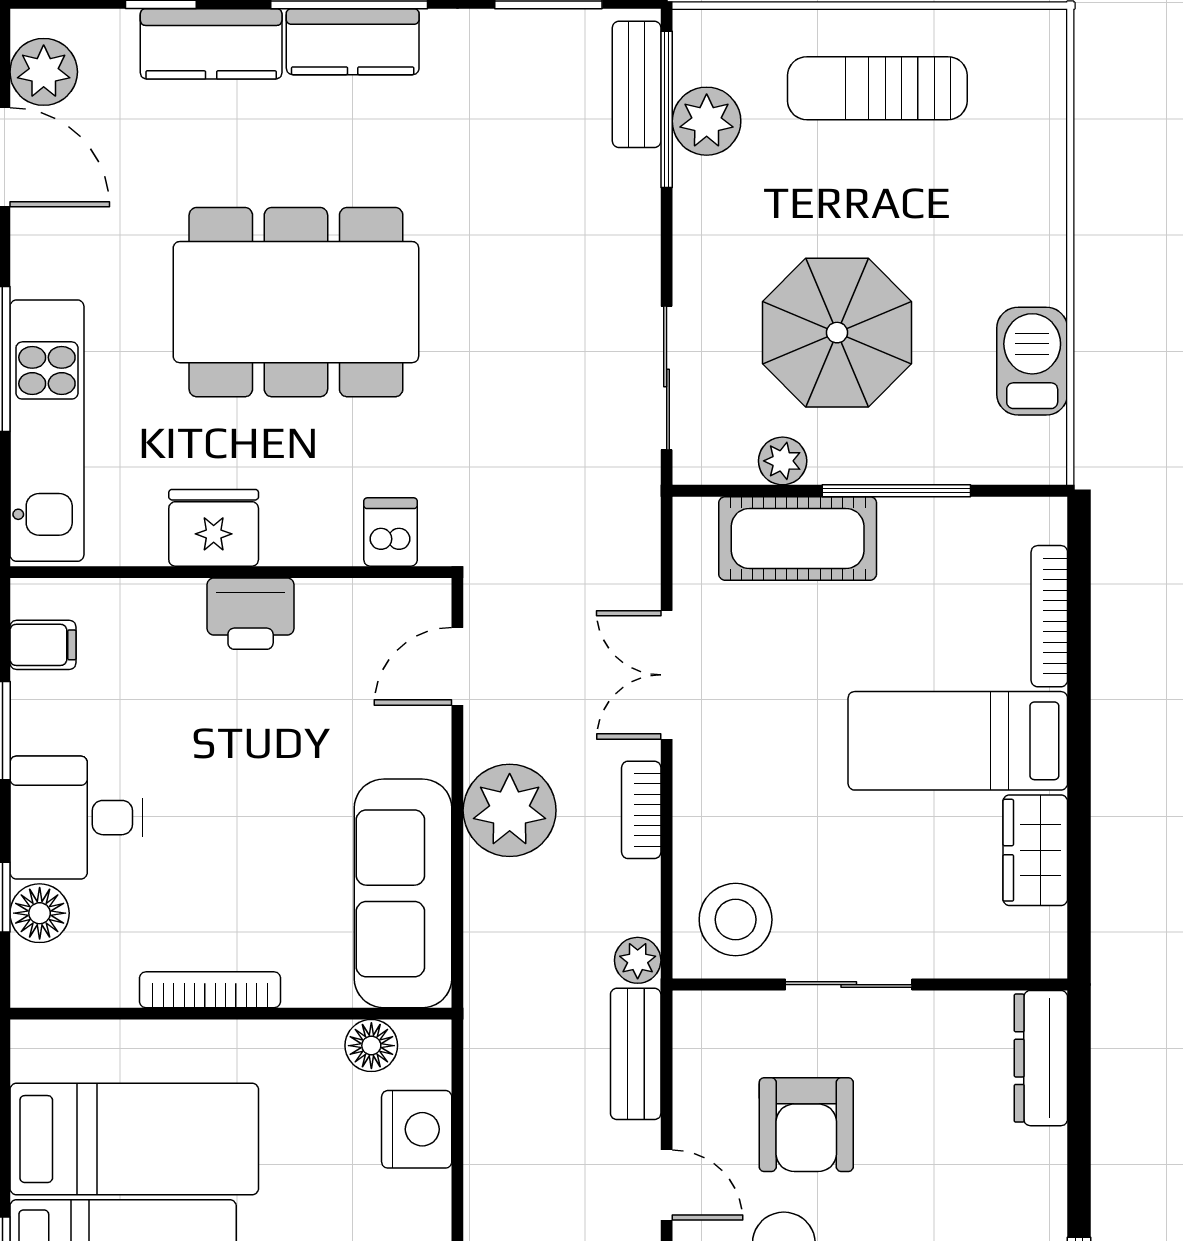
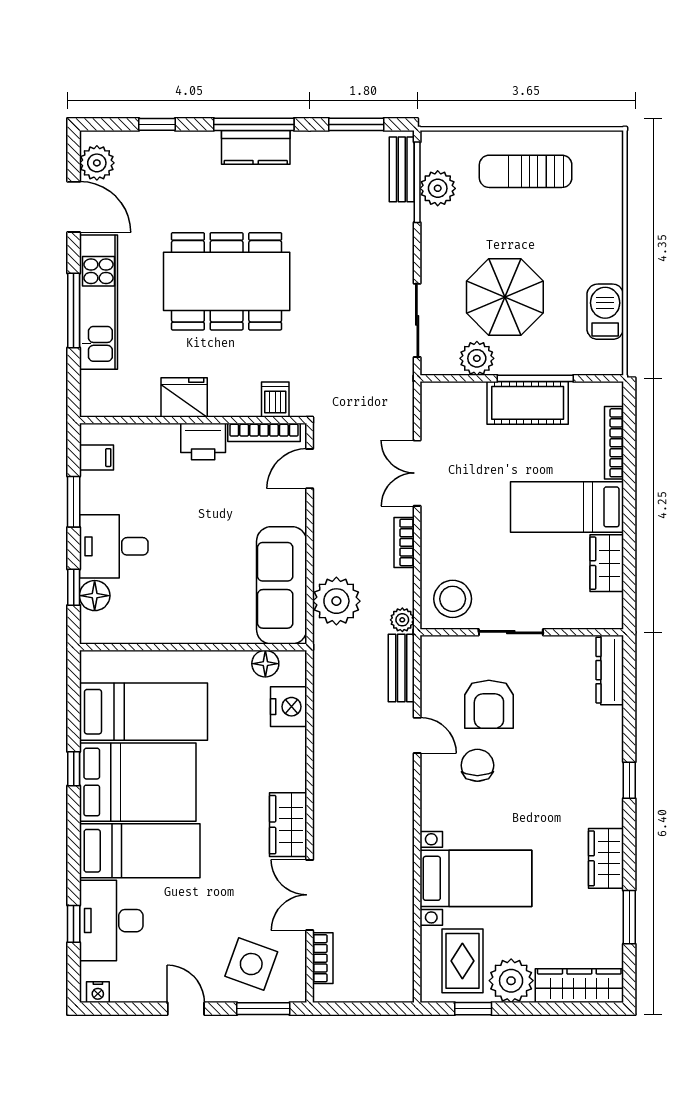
kitchen counter: (211, 44) -> (183, 149), removed
kitchen unit: (47, 431) -> (99, 302), moved
plant: (783, 461) -> (477, 358), width x1.38, depth x1.38
cot: (798, 538) -> (528, 403), moved
plant: (510, 810) -> (336, 601), moved
bookcase: (210, 990) -> (264, 432), moved, turned 180

